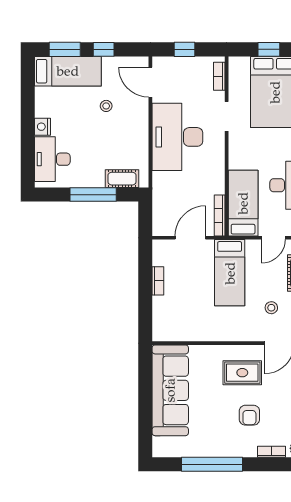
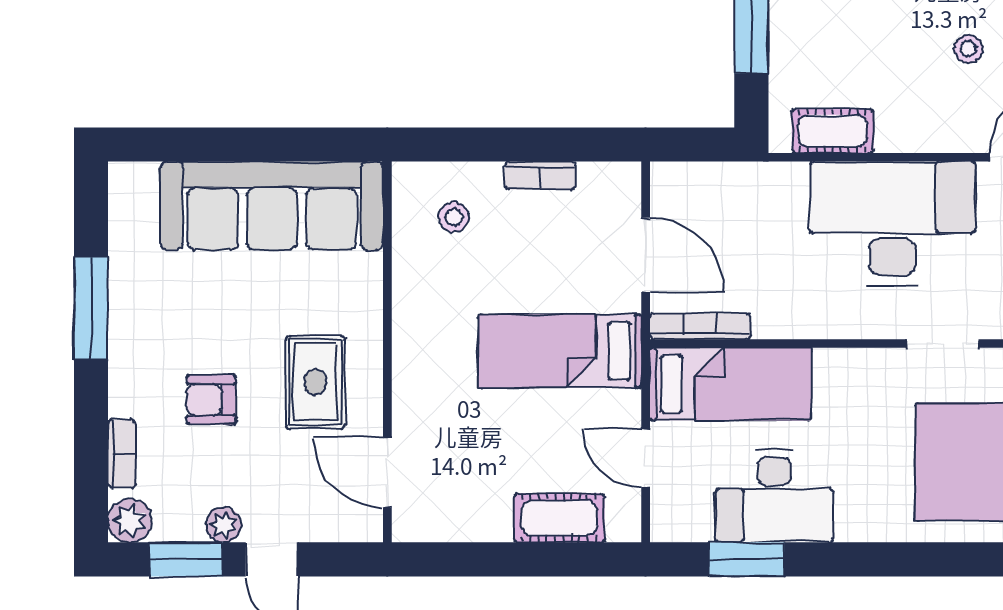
cot: (122, 179) -> (833, 131), moved, turned 90
stool: (271, 308) -> (454, 217), moved
window: (212, 464) -> (91, 308), width x0.68

